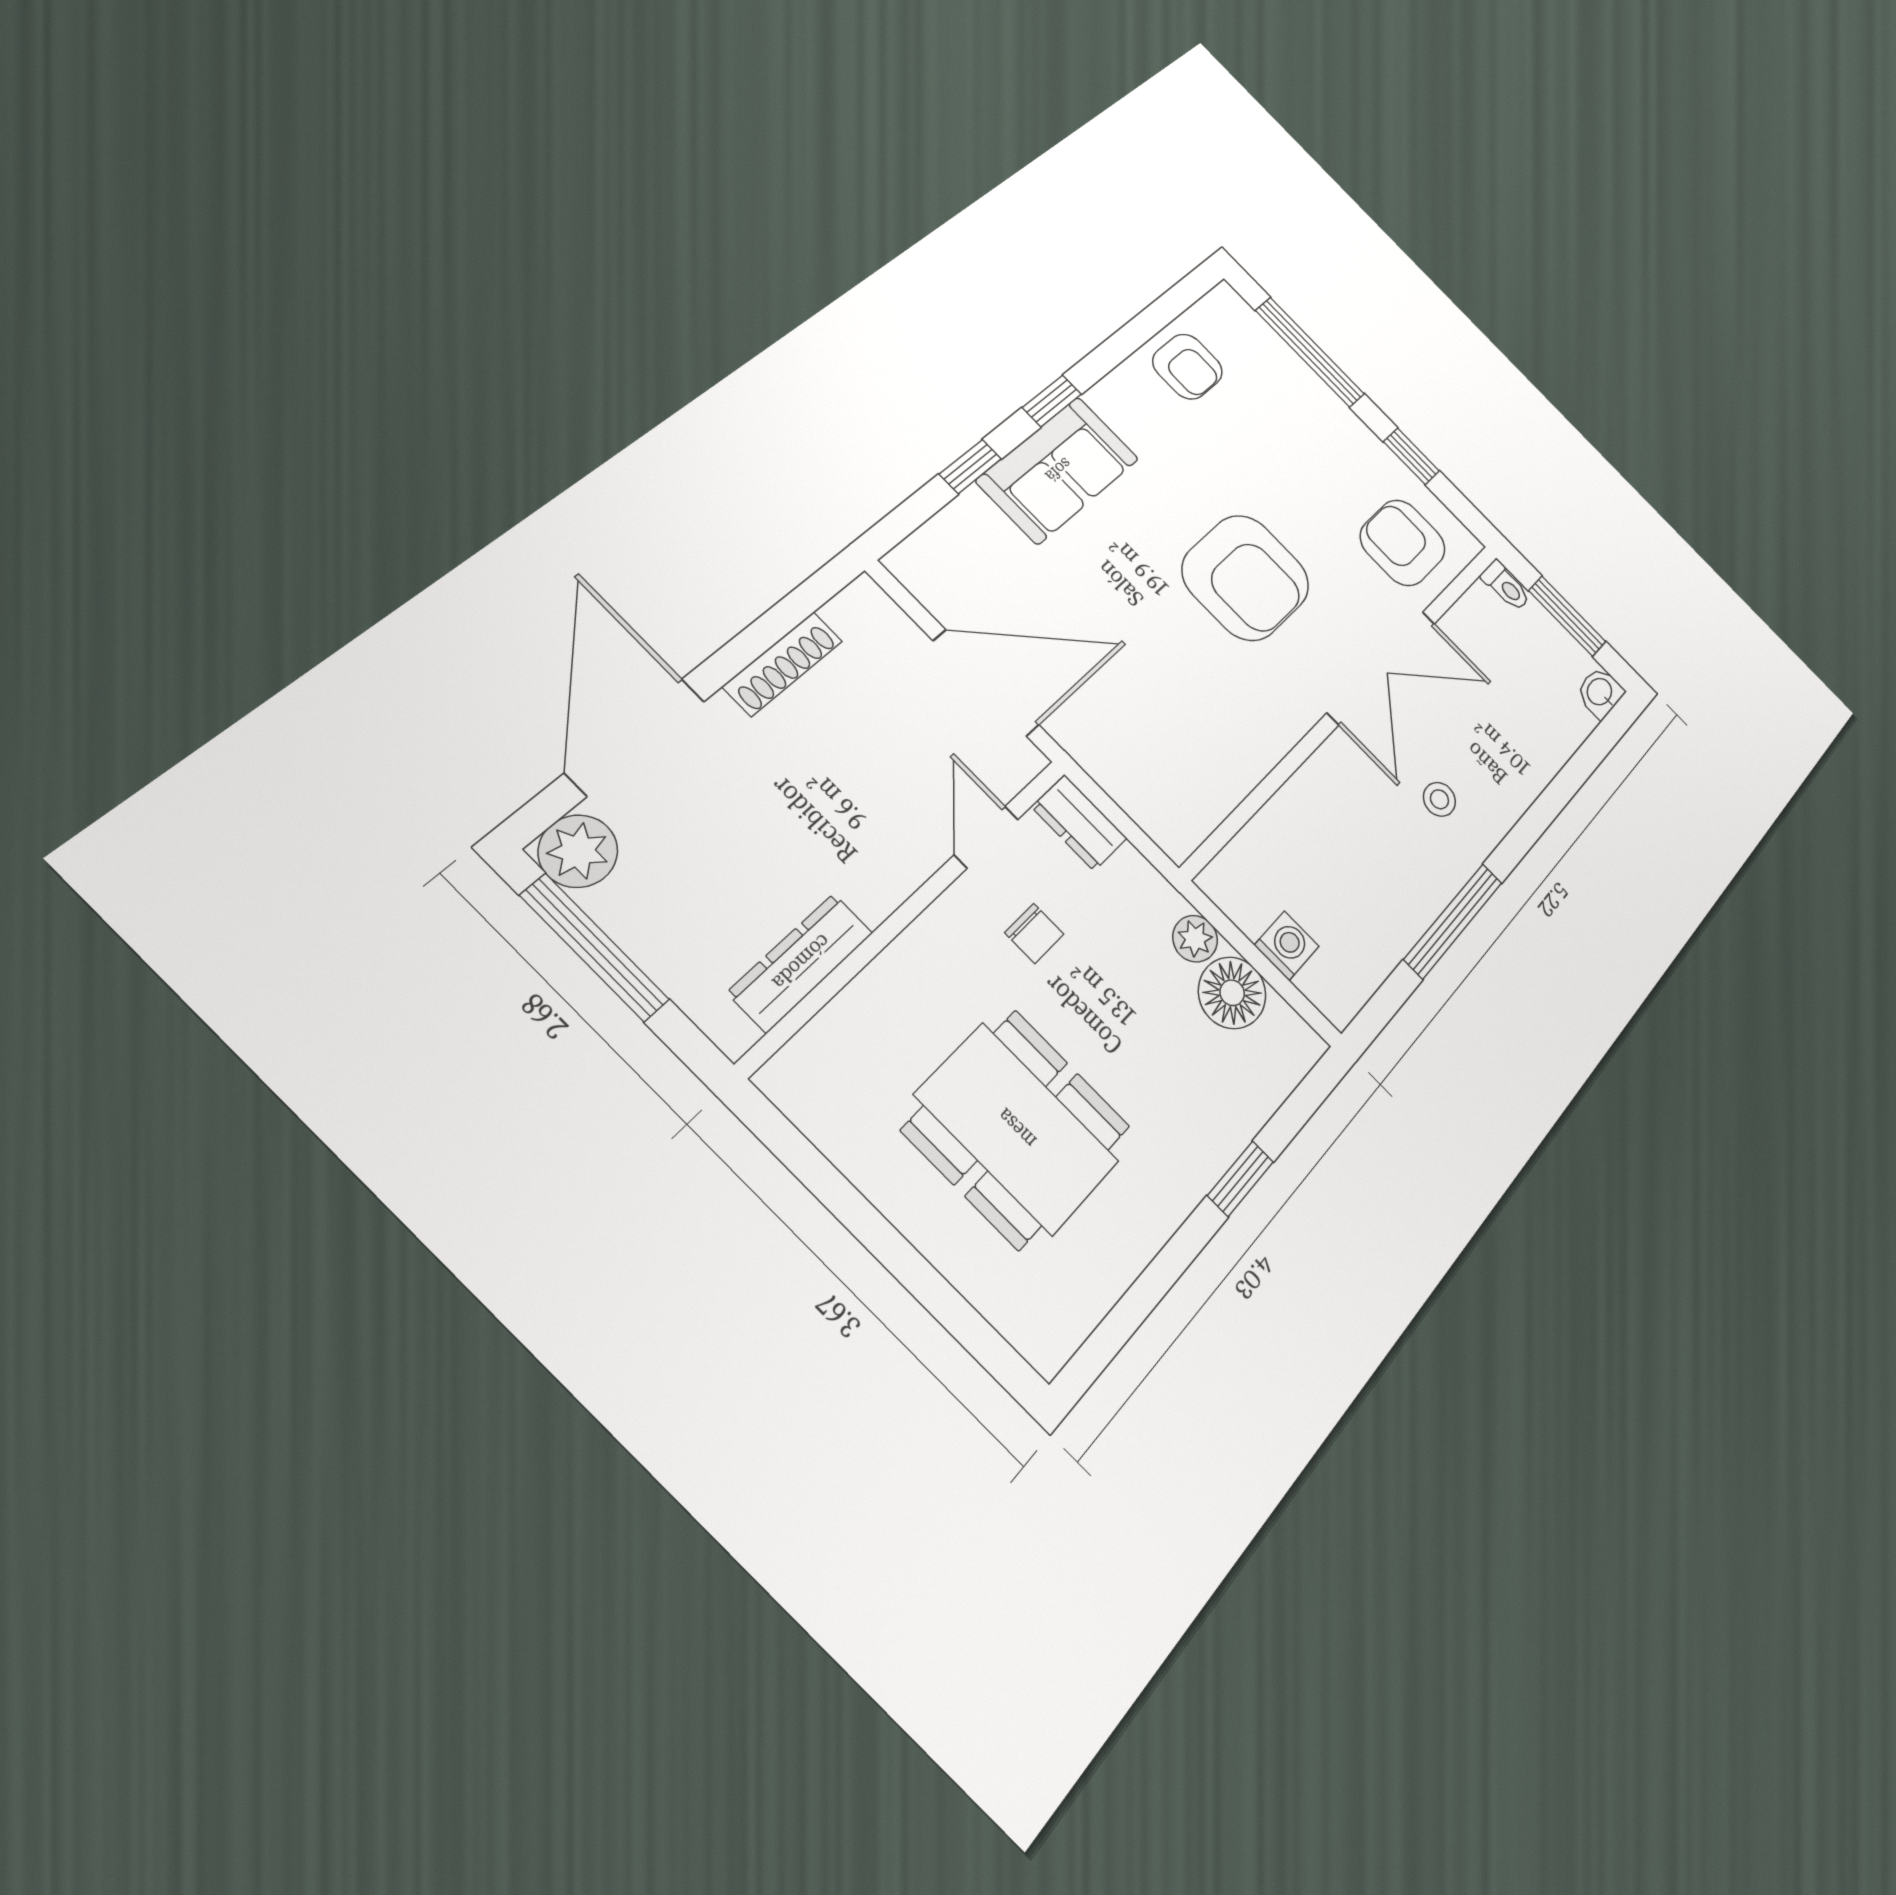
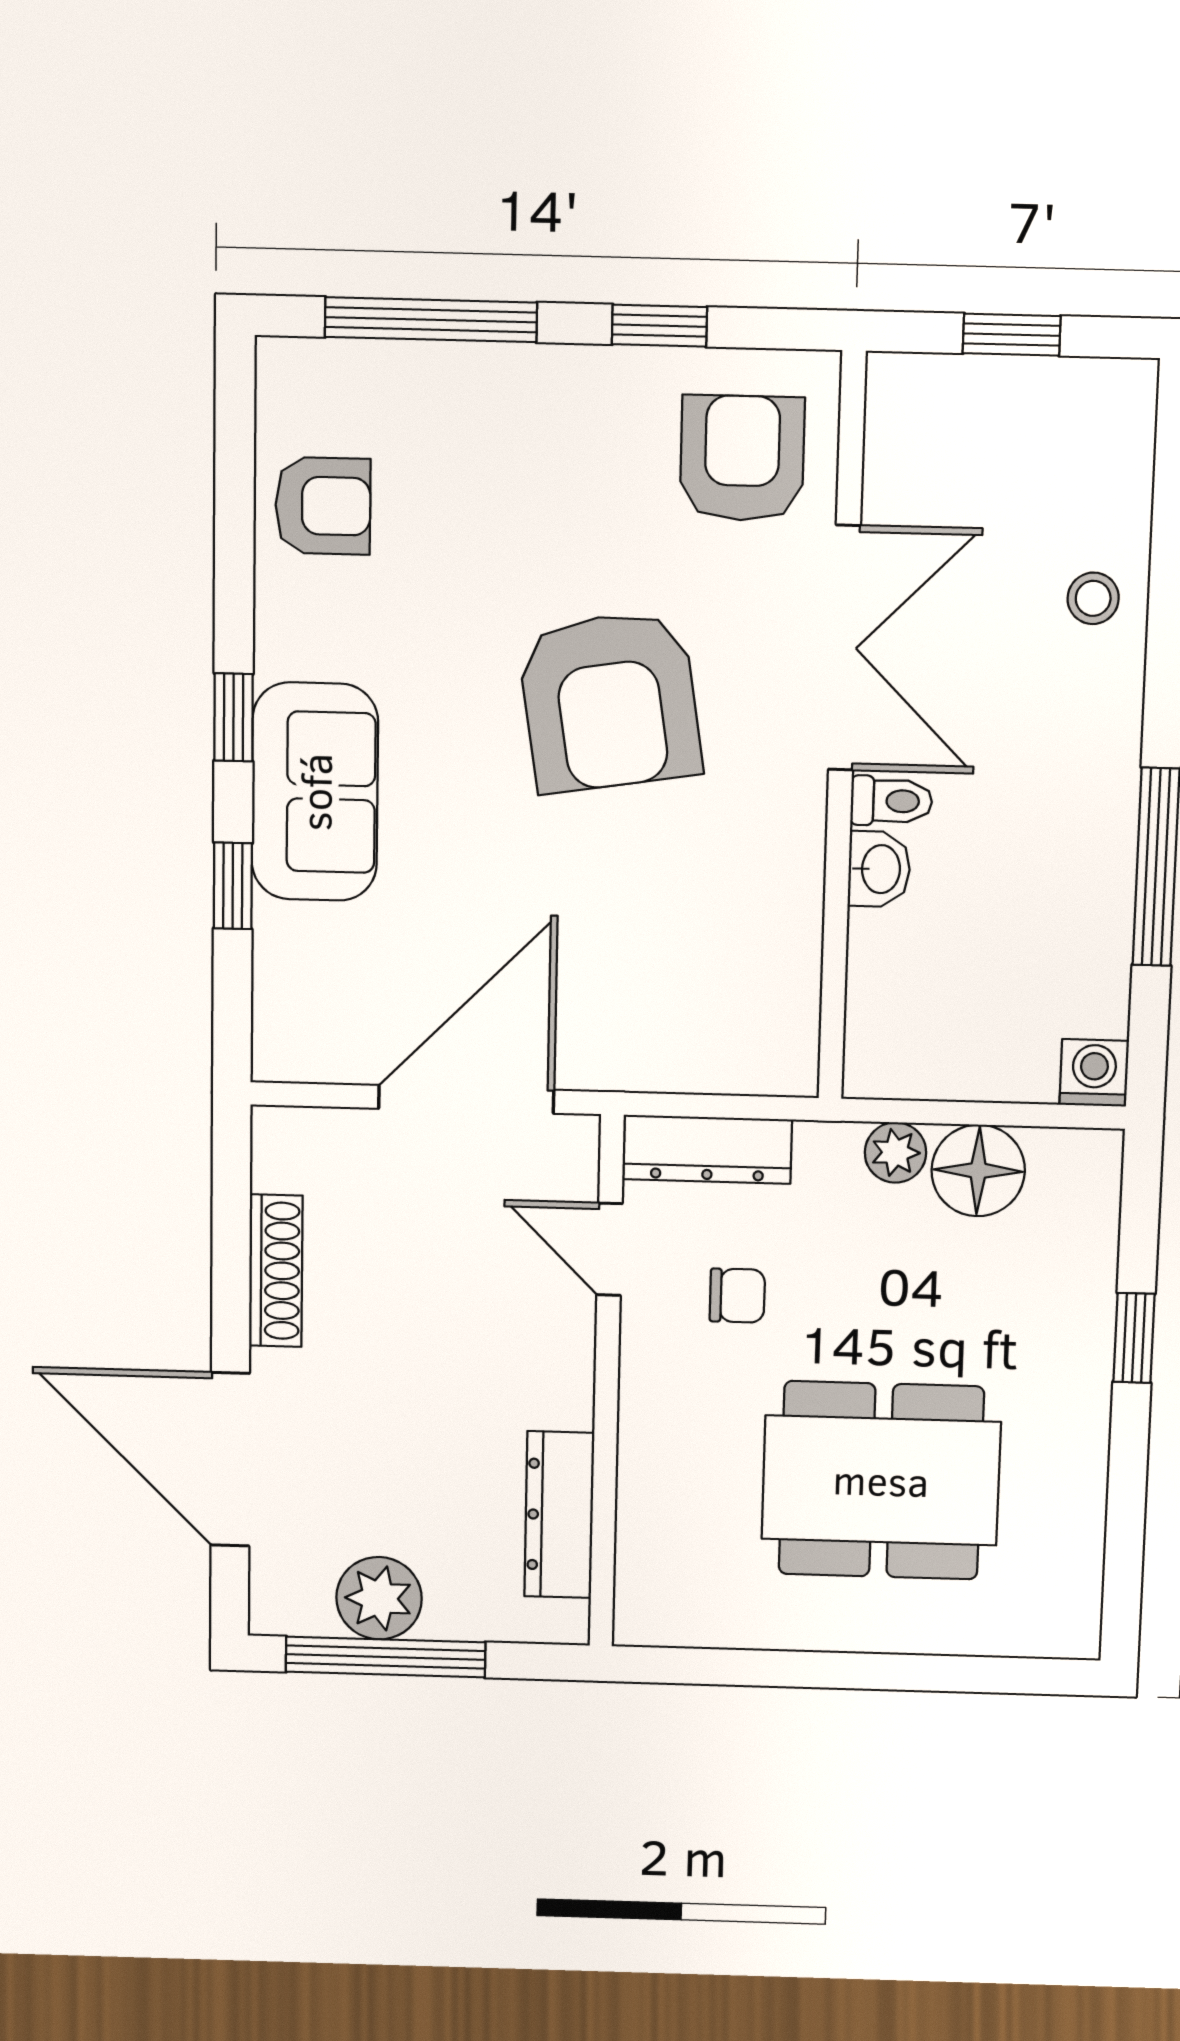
armchair: (1403, 543) -> (742, 458), turned 90
armchair: (1246, 577) -> (610, 701), turned 81
toilet: (1506, 586) -> (891, 801), moved
window: (1567, 616) -> (1012, 335), width x0.67
washbasin: (1600, 692) -> (879, 869), moved, turned 180
stool: (1439, 799) -> (1093, 598), moved
dresser: (1079, 823) -> (708, 1149), width x1.44
plant: (578, 851) -> (379, 1598), moved
washing machine: (1287, 946) -> (1094, 1073), moved

